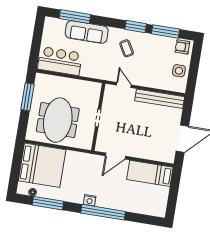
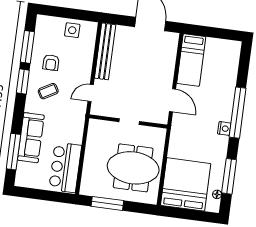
armchair: (182, 47) -> (51, 63), moved

